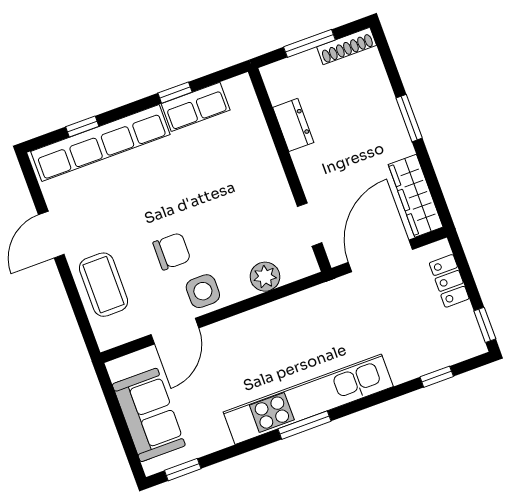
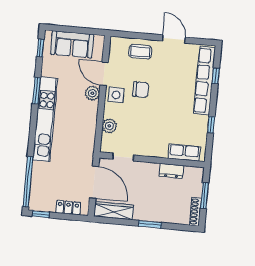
row of seats: (196, 107) -> (184, 152), moved, turned 90
chair: (172, 251) -> (141, 90), turned -90
coffee table: (103, 285) -> (140, 52), width x0.73, depth x0.77
plant: (220, 336) -> (92, 93), added
window: (437, 377) -> (28, 182), width x3.17
window: (304, 425) -> (36, 91), moved

